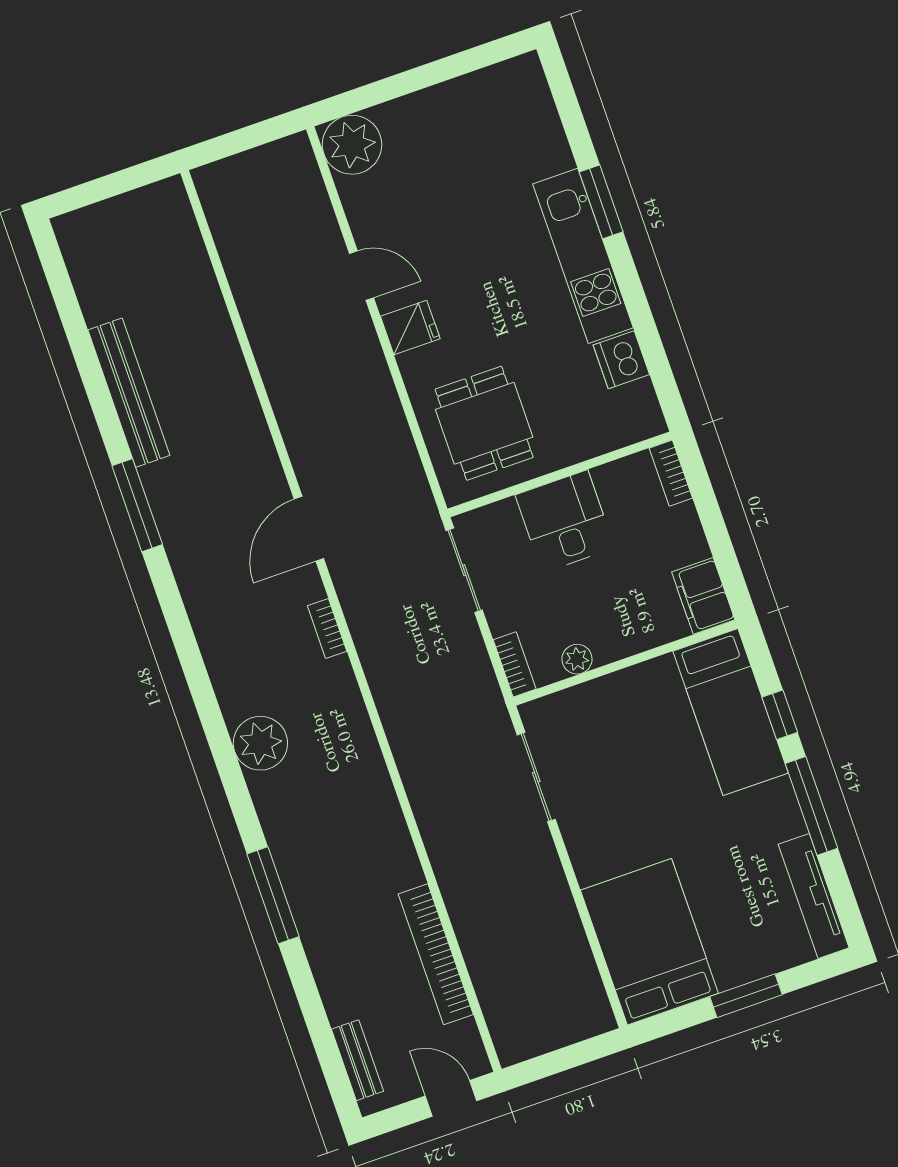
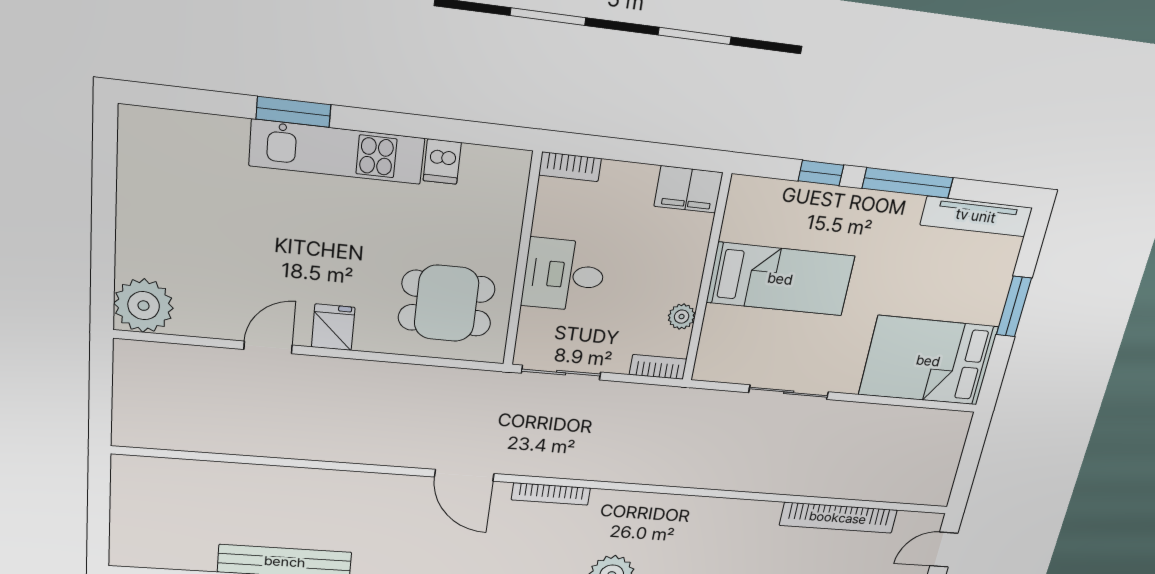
dishwasher: (621, 360) -> (442, 162), width x0.73
bookcase: (327, 629) -> (551, 494), width x1.56
bed: (731, 712) -> (780, 279), moved
sliding door: (536, 777) -> (789, 392), moved

